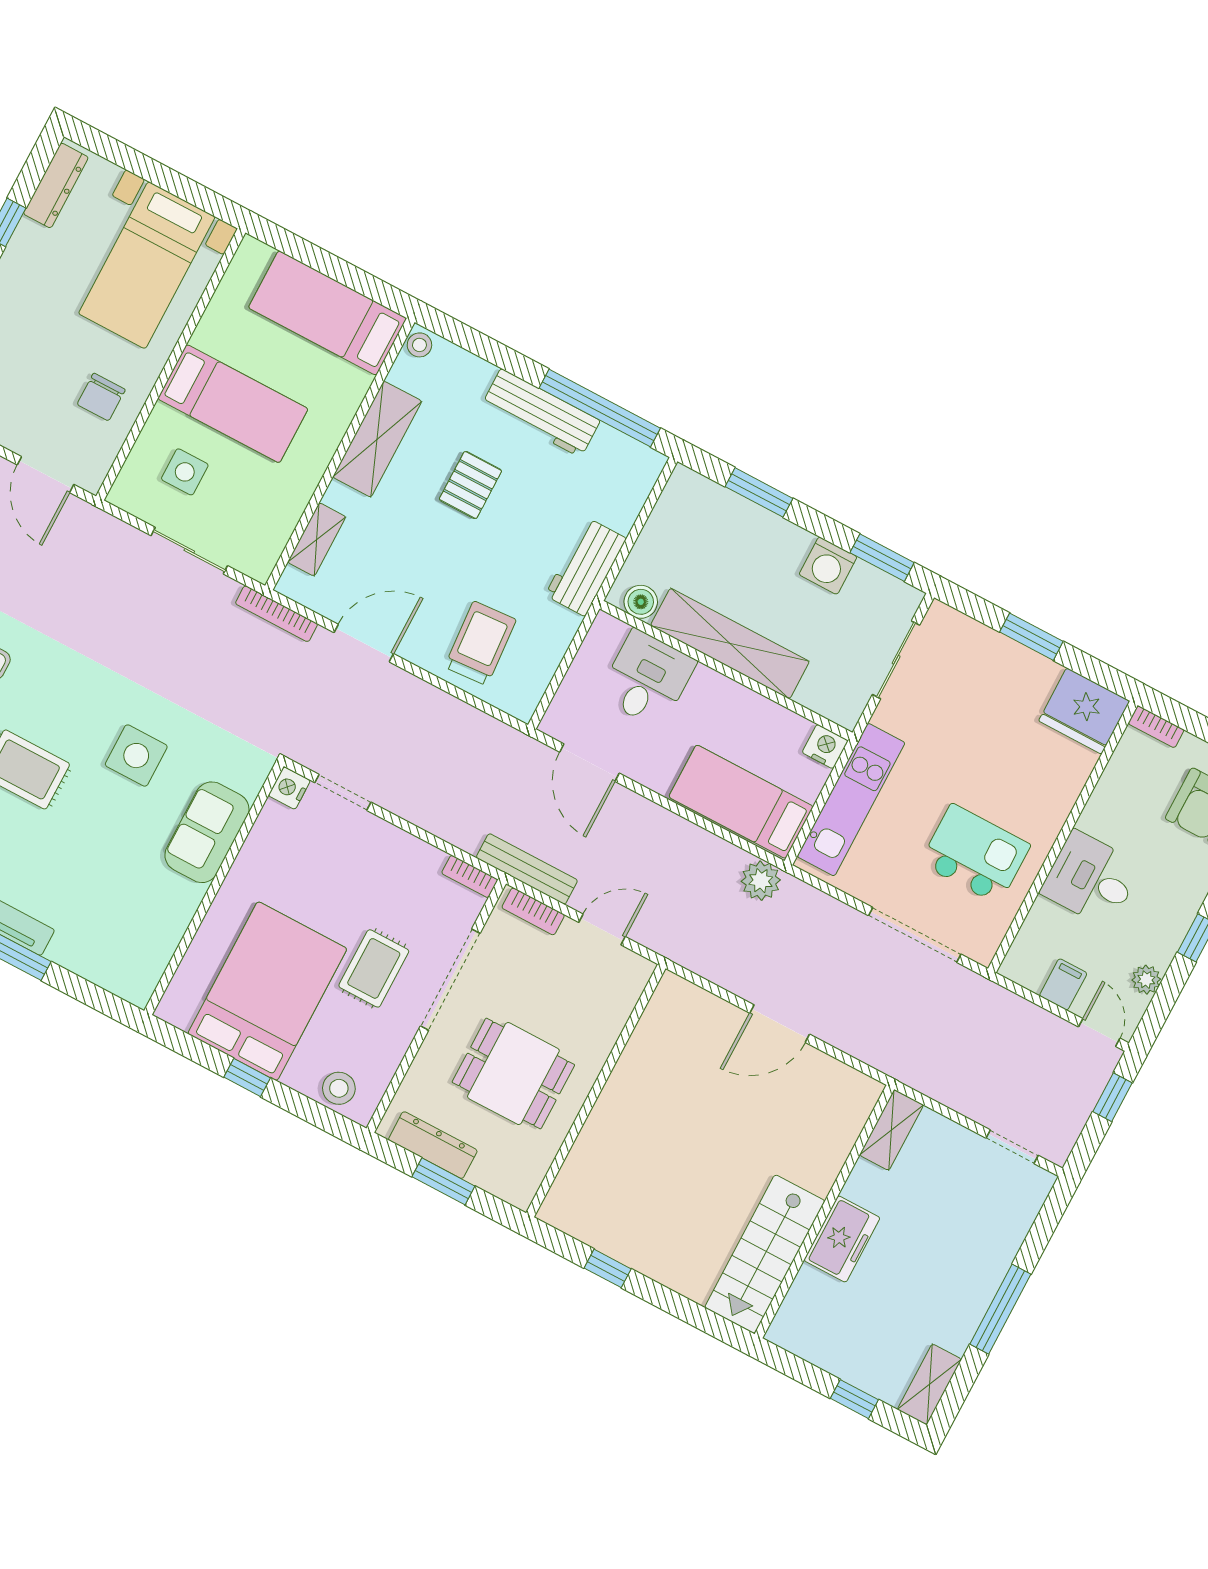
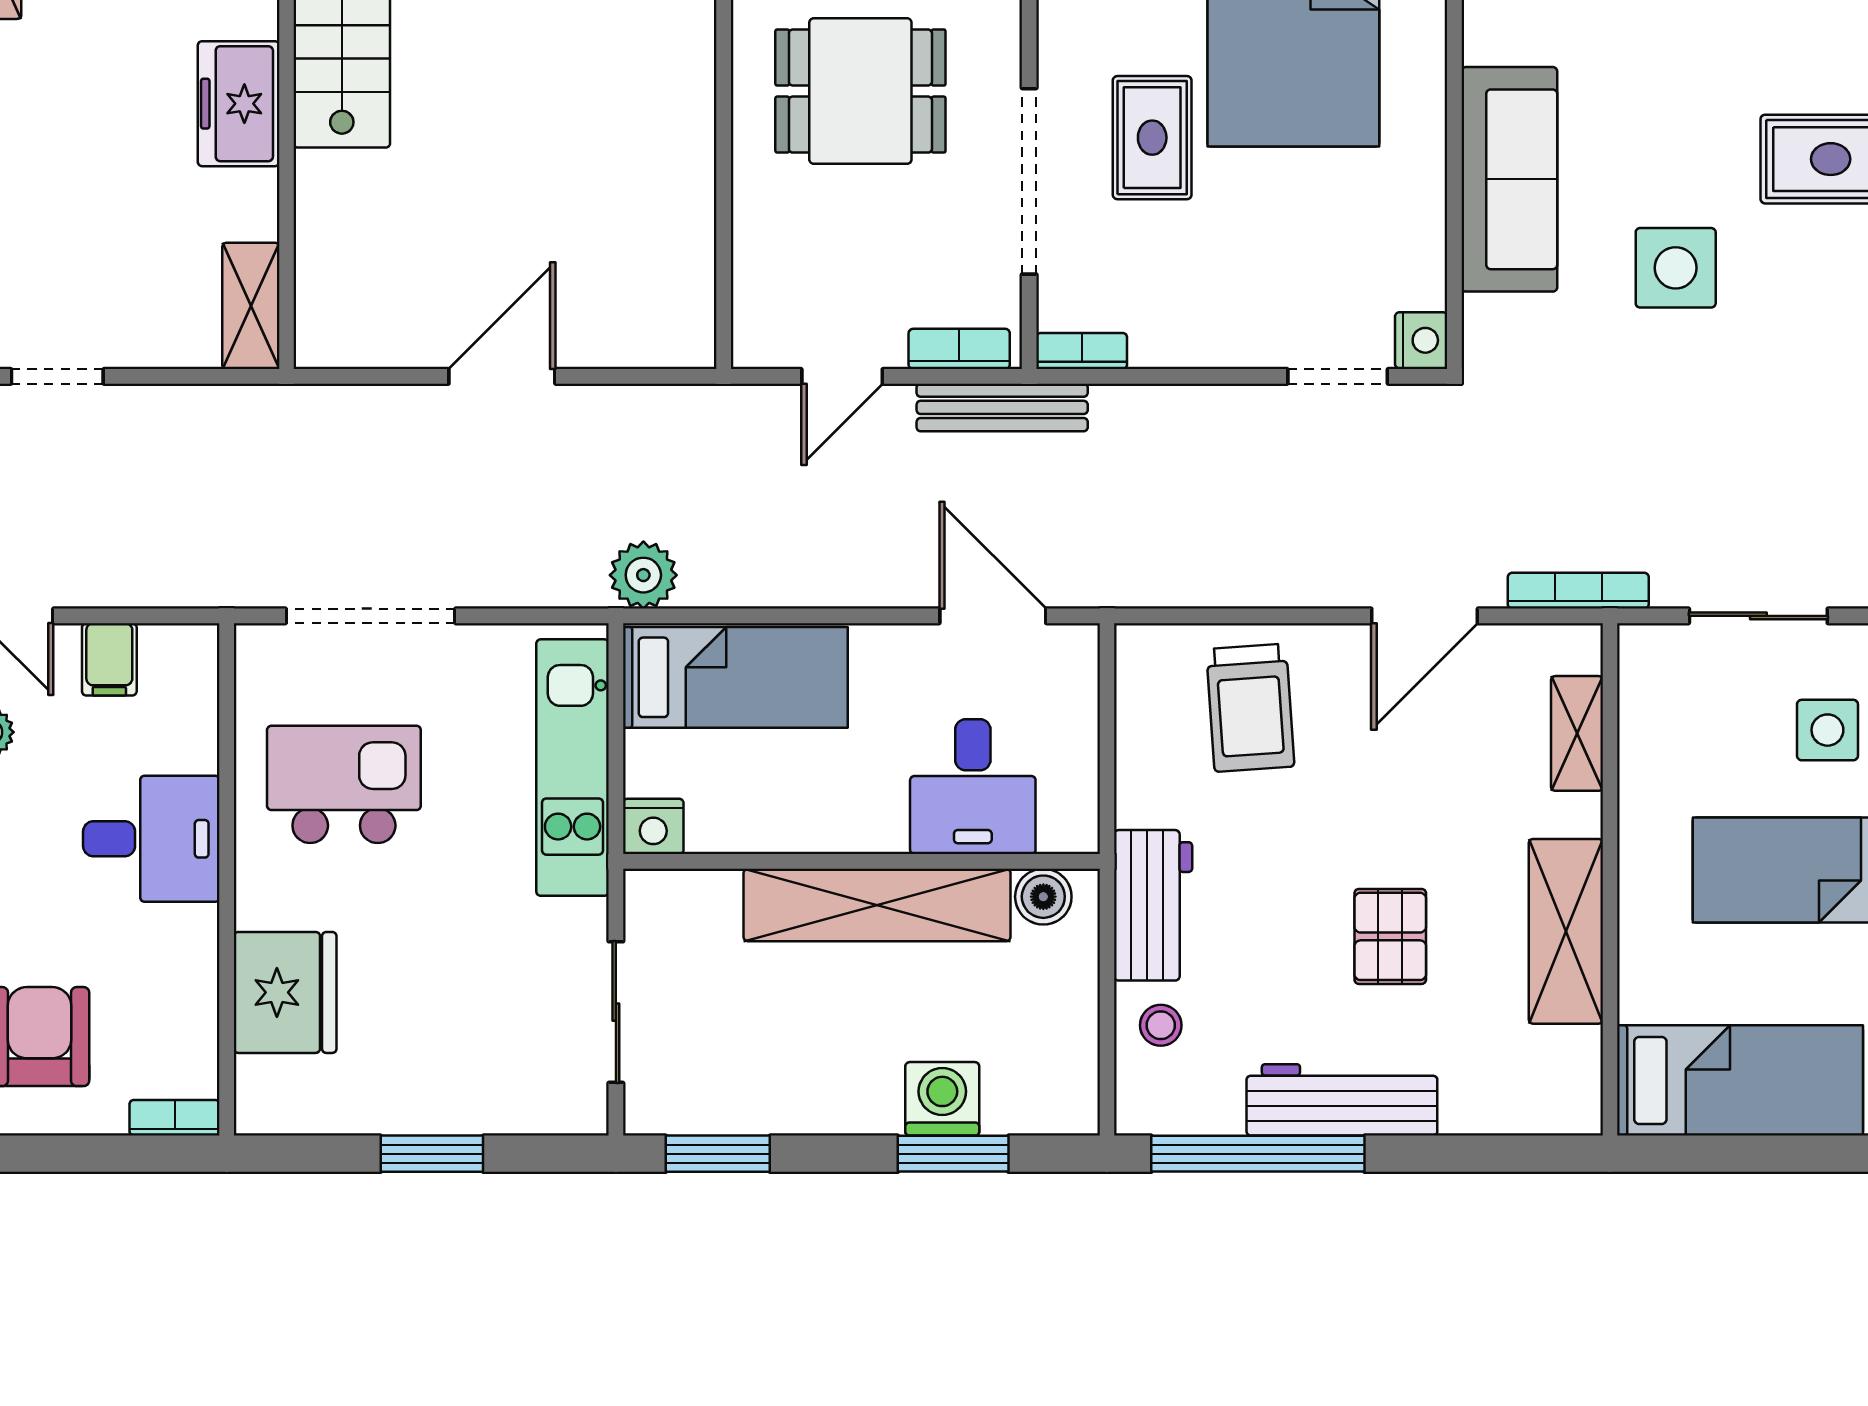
stool: (419, 345) -> (1161, 1025), moved
washing machine: (828, 566) -> (942, 1099), moved
fridge: (1084, 711) -> (285, 992), moved, turned 90
sofa: (207, 832) -> (1509, 179), width x1.36
kitchen island: (975, 854) -> (344, 784), turned 180

